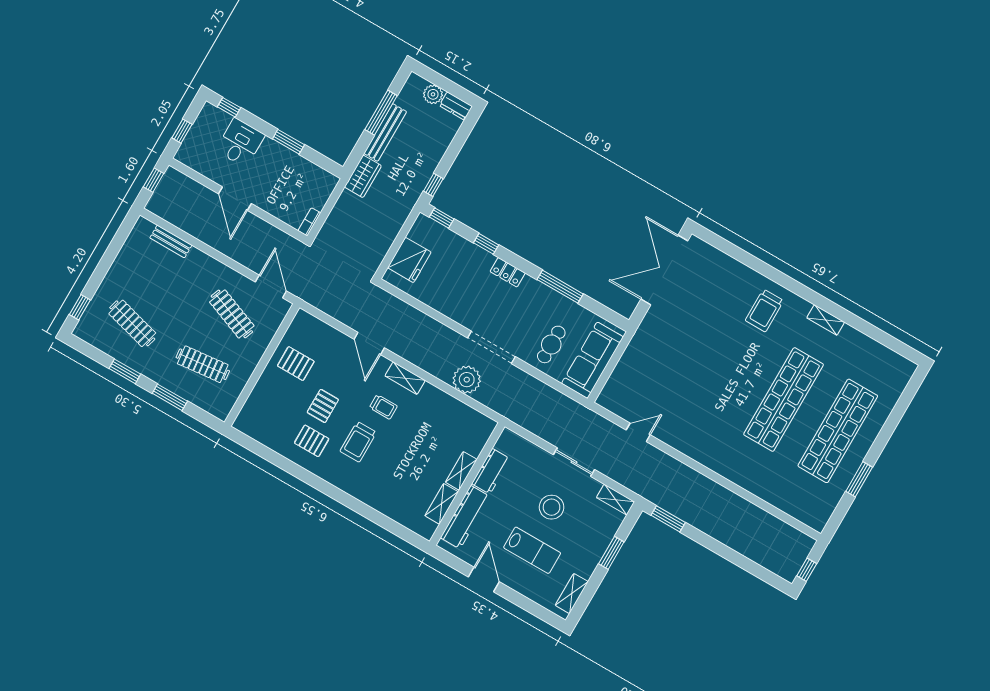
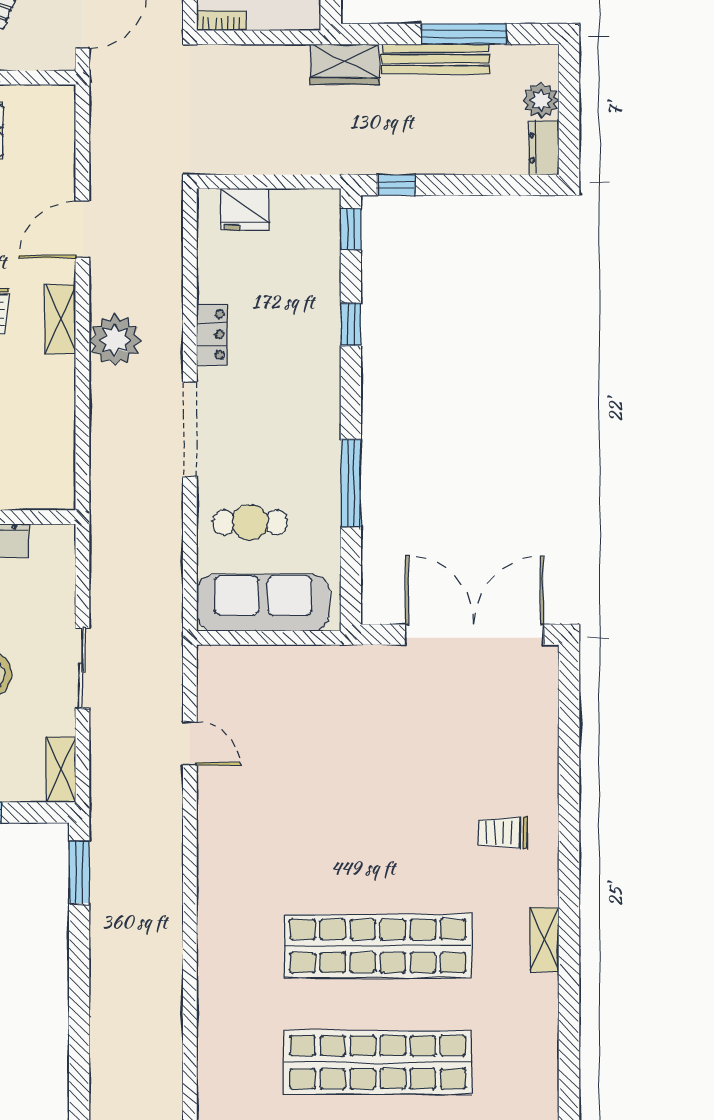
fridge: (409, 260) -> (245, 209), width x0.73, depth x0.75
locker: (508, 272) -> (212, 334), moved, turned 180
trolley: (764, 311) -> (502, 833), width x0.73, depth x0.72
plant: (467, 380) -> (115, 340), moved

